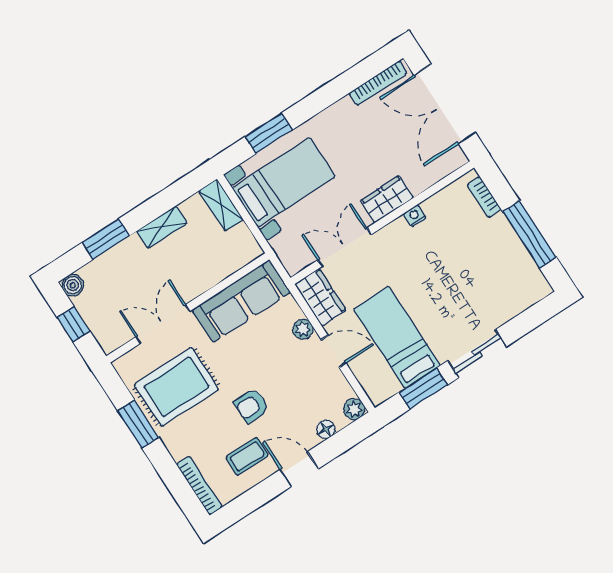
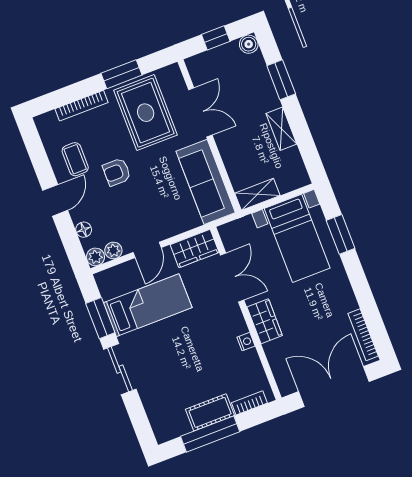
shelving: (221, 205) -> (257, 194), moved
cot: (505, 240) -> (210, 412), added
plant: (303, 329) -> (113, 250), moved
armchair: (252, 406) -> (117, 172), turned -90
bookcase: (199, 486) -> (82, 106), moved

